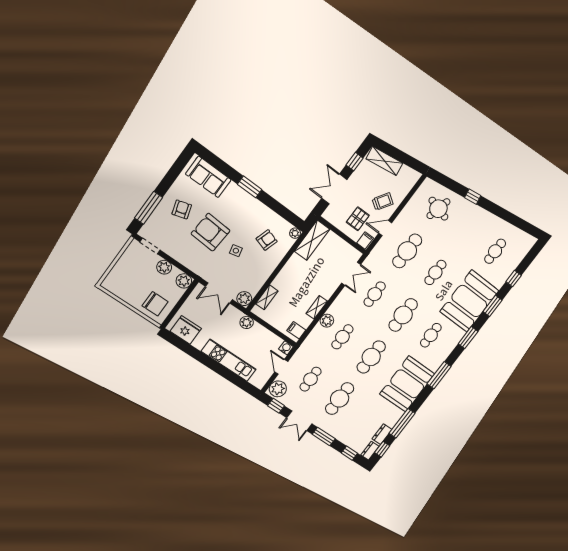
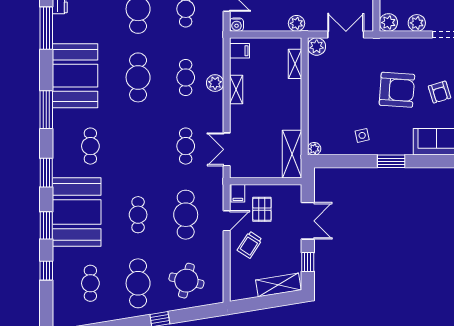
armchair: (267, 240) -> (337, 122), removed
side table: (236, 251) -> (362, 135), moved
cafe table: (403, 315) -> (138, 283), moved

